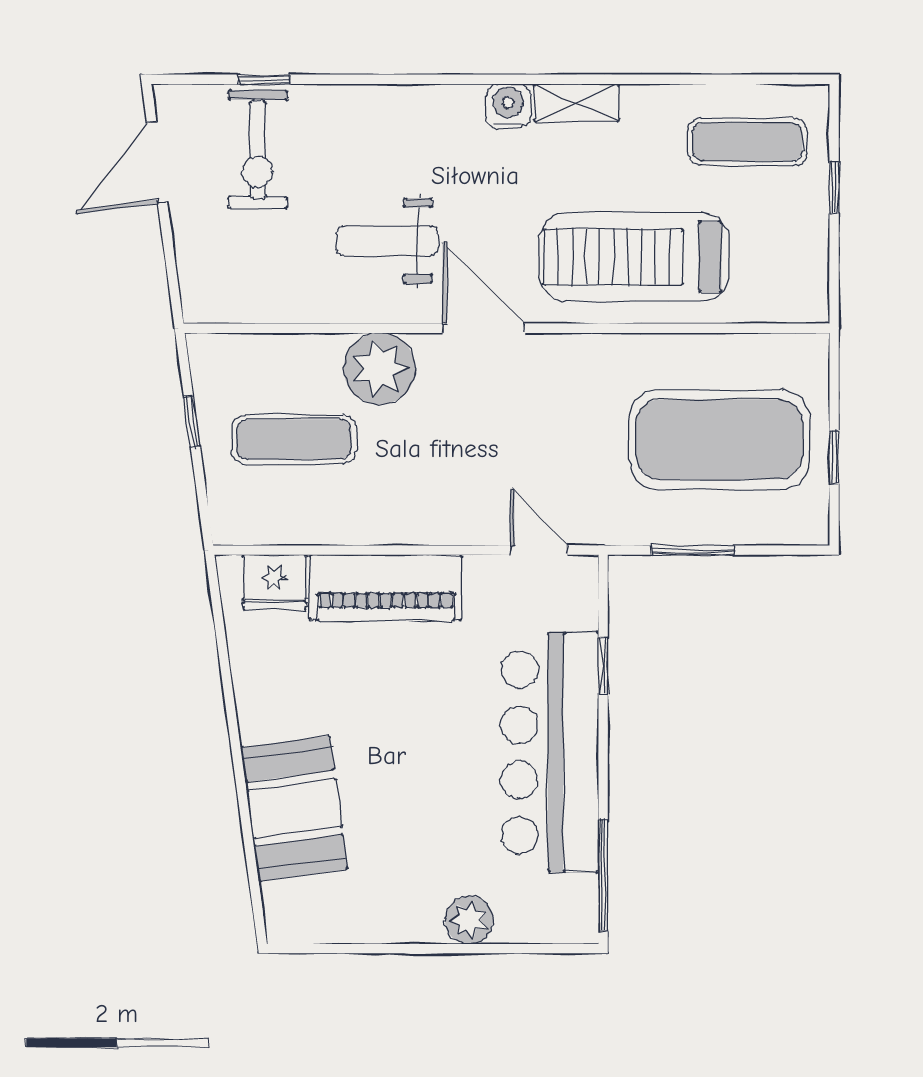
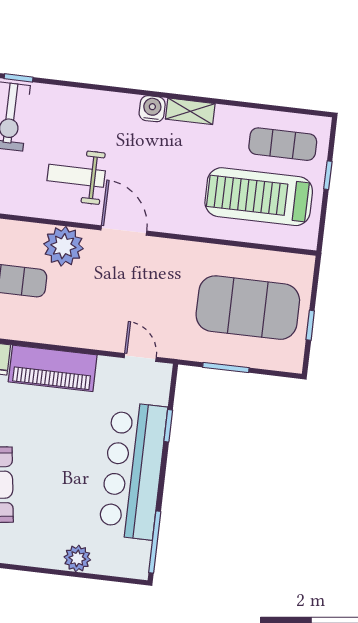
treadmill: (634, 257) -> (259, 197), moved

